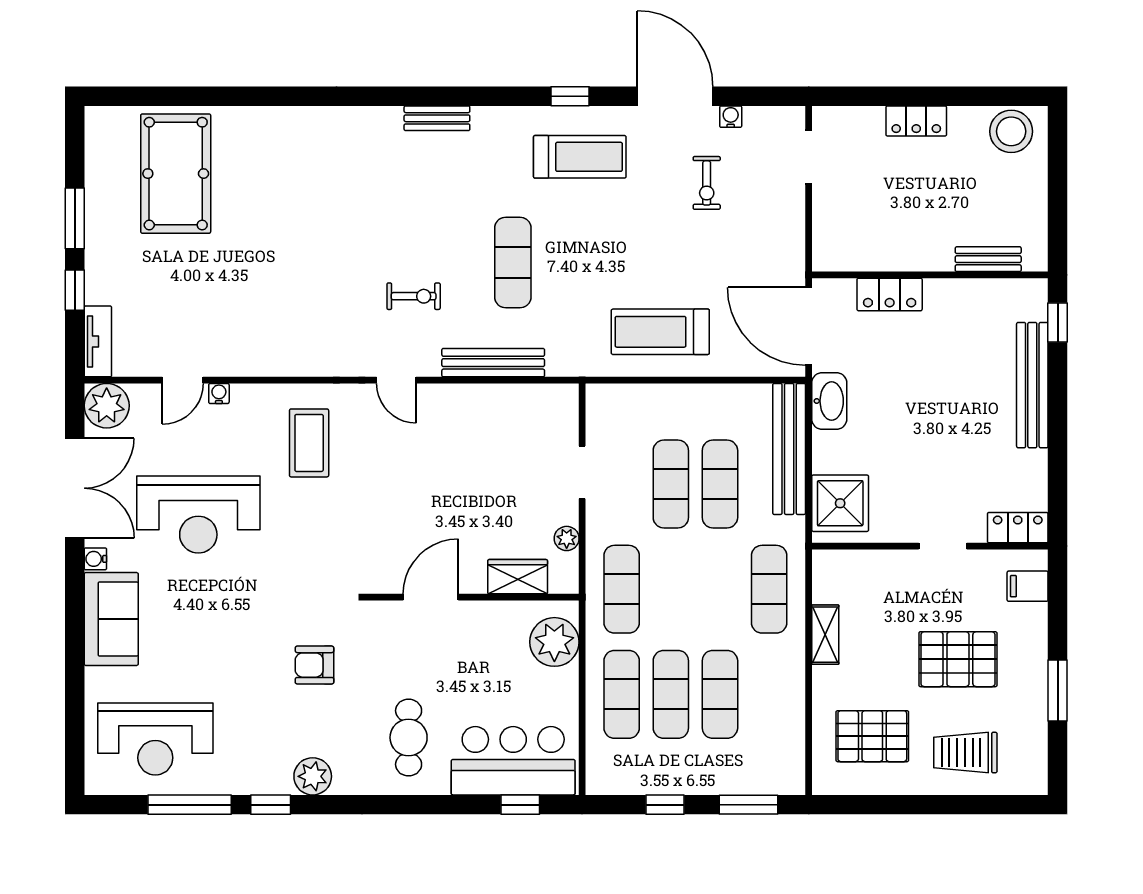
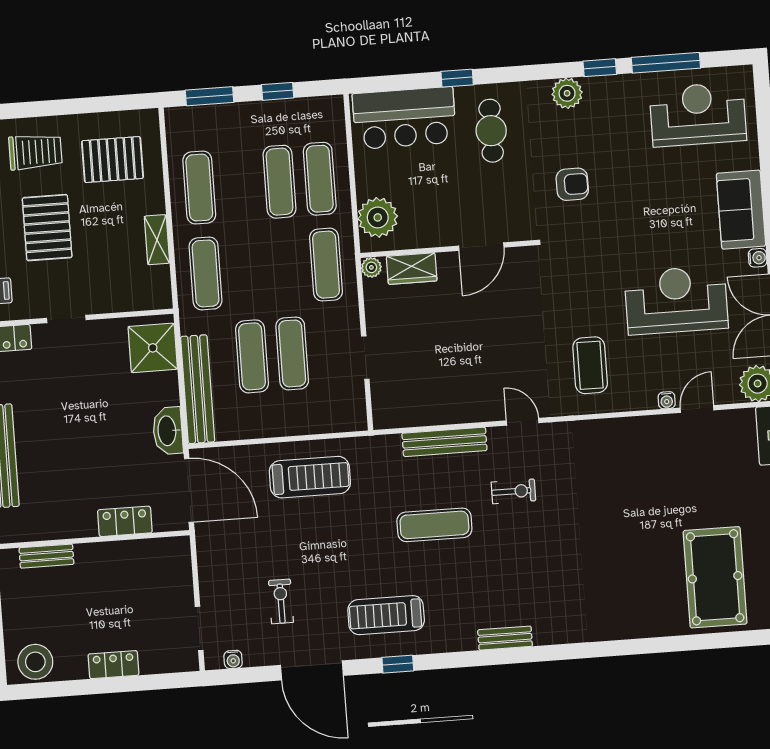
water cooler: (731, 117) -> (233, 659), moved
exercise mat: (513, 262) -> (434, 525), turned 90
exercise bike: (414, 296) -> (513, 491), turned 180
plant: (567, 538) -> (371, 267), moved
pallet: (958, 659) -> (47, 228), turned 90
exercise mat: (720, 694) -> (199, 188), moved
window: (520, 805) -> (457, 78), moved

